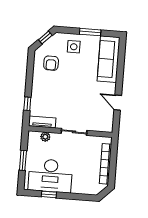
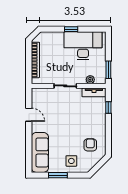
window: (45, 37) -> (97, 167), removed
window: (23, 160) -> (108, 70), moved
window: (49, 194) -> (71, 29), moved

